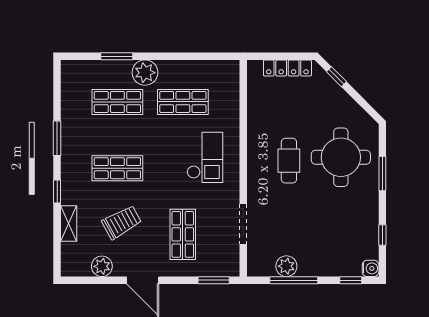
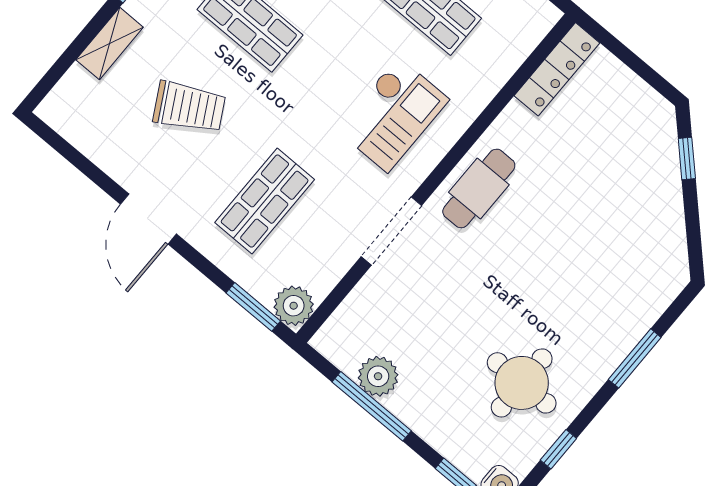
locker: (287, 68) -> (557, 69), moved, turned -90
round table: (341, 157) -> (522, 383), moved, width x0.73, depth x0.73
cafe table: (289, 161) -> (479, 188), moved
doorway: (243, 224) -> (391, 231), moved
plant: (102, 266) -> (294, 306), moved

